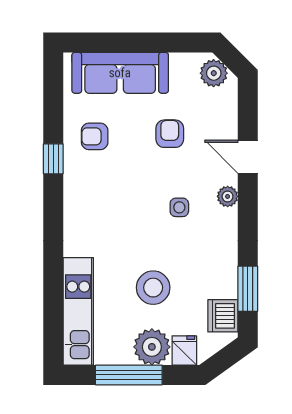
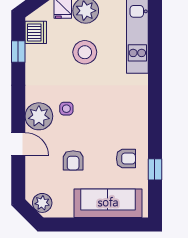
window: (53, 159) -> (155, 169), moved
plant: (228, 196) -> (39, 116), width x1.87, depth x1.87
window: (248, 289) -> (18, 51), width x0.67

